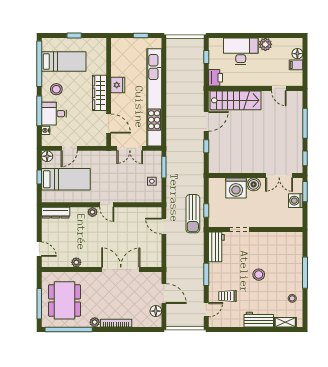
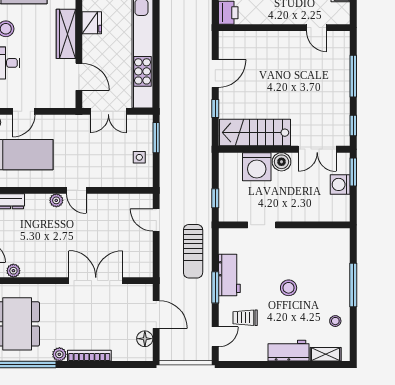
stairs: (236, 100) -> (255, 133), moved, turned 180
sun lounger: (193, 214) -> (193, 251), moved
workbench: (216, 247) -> (229, 275), moved
plant: (76, 262) -> (13, 271), moved

